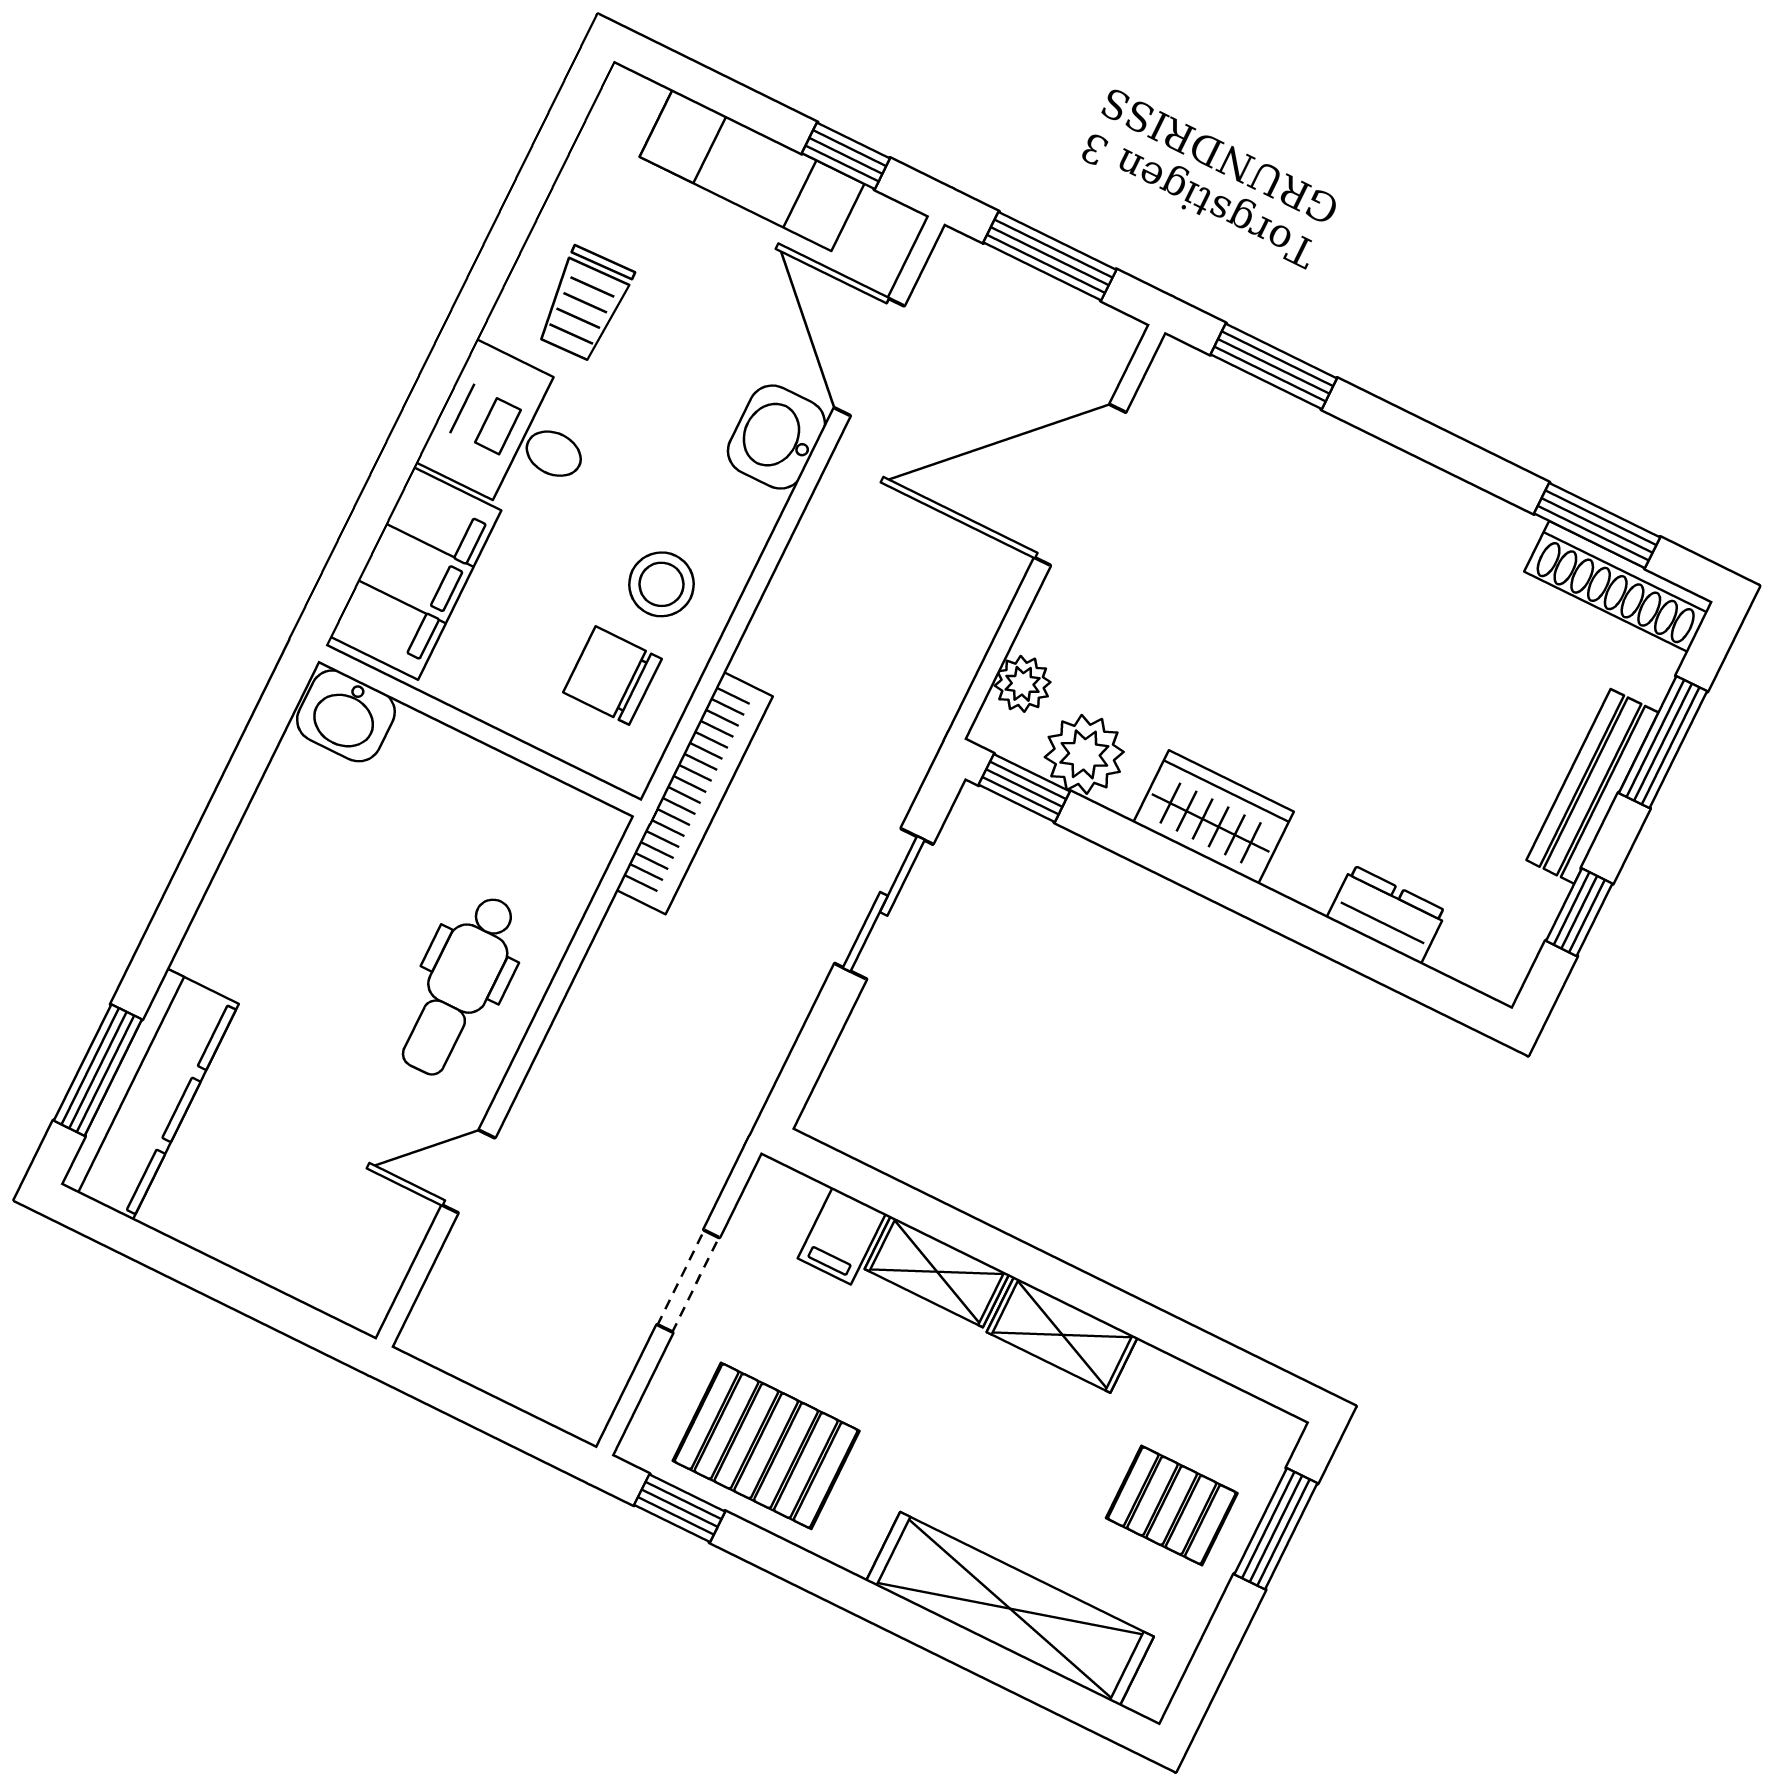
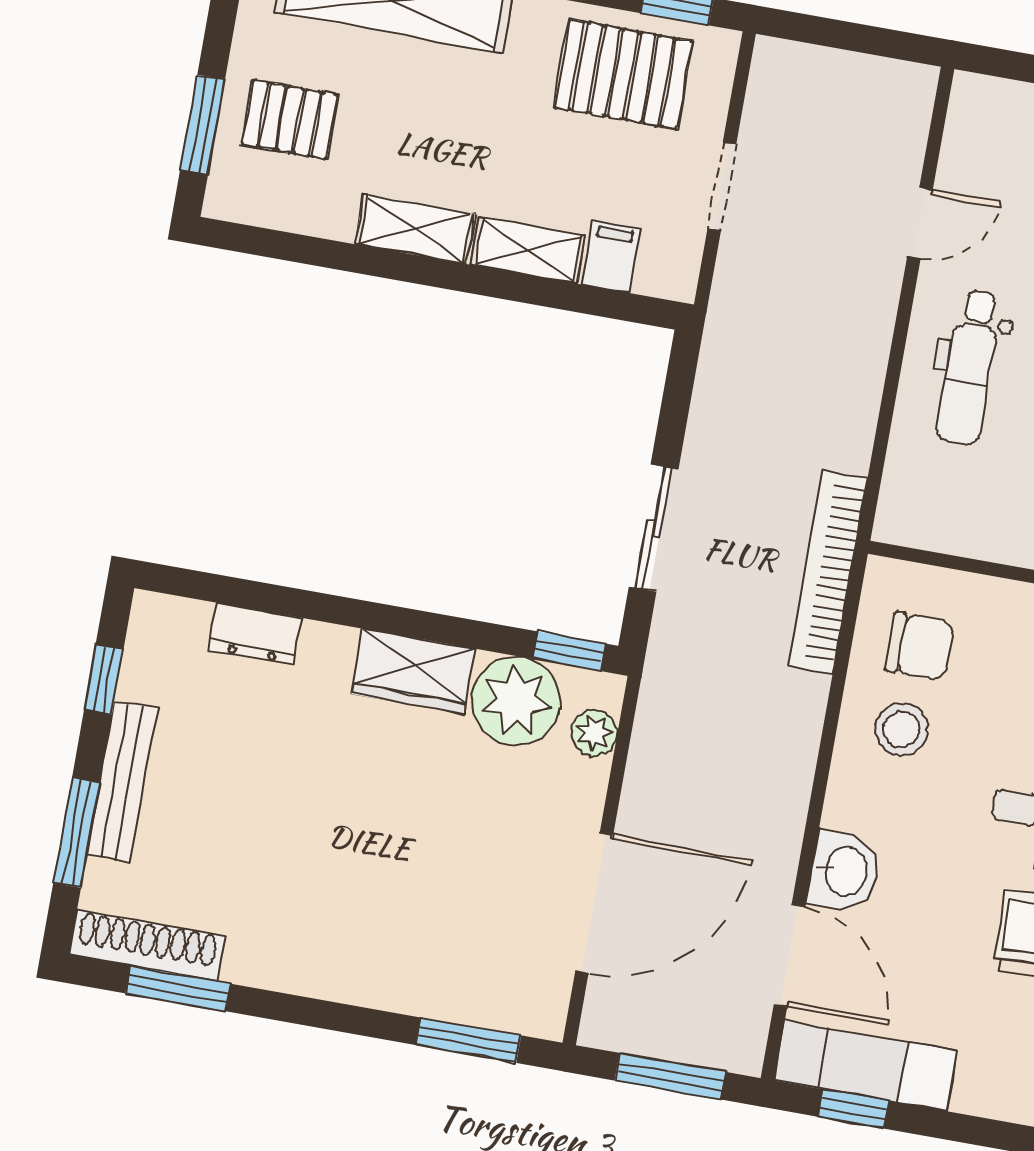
exam couch: (752, 170) -> (866, 1066), moved
plant: (1084, 754) -> (516, 701), width x1.36, depth x1.36
dental chair: (460, 985) -> (969, 367), turned 180

